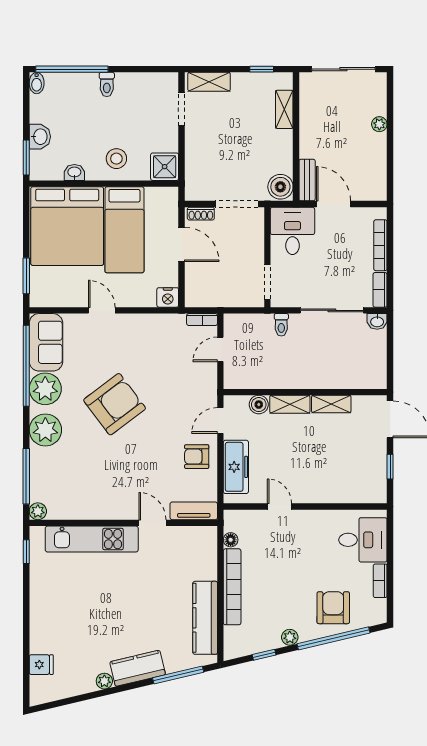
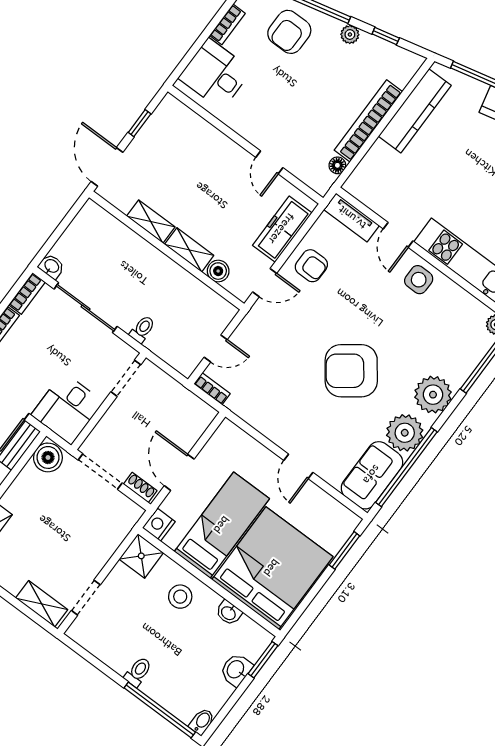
nightstand: (168, 297) -> (159, 525), moved, turned -90
side table: (115, 502) -> (419, 280), added

